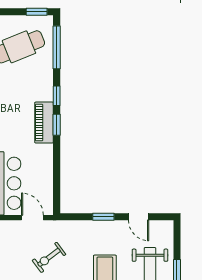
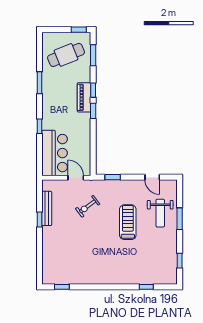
window: (57, 47) -> (93, 55), width x0.69
piano: (44, 123) -> (84, 97), moved
window: (103, 217) -> (113, 177), moved

